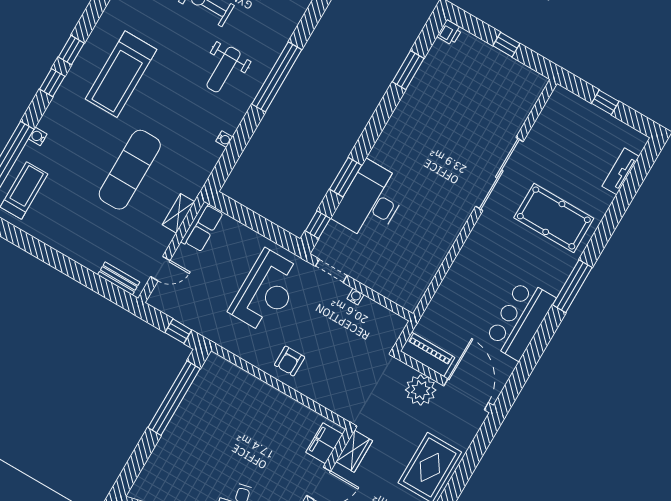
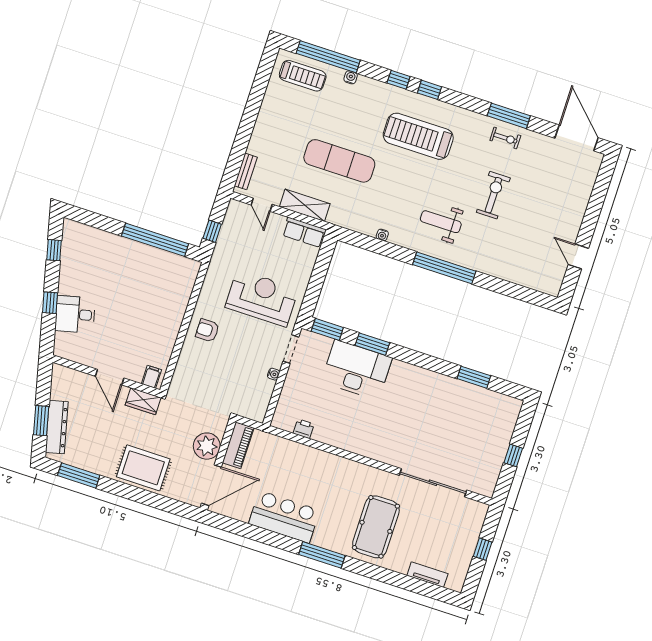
printer: (450, 33) -> (304, 429), moved, turned 180
sliding door: (499, 174) -> (433, 483), moved
shelving: (179, 213) -> (305, 205), width x1.50, depth x1.33
window: (318, 225) -> (327, 329), width x1.50
reception desk: (266, 291) -> (262, 298), turned 180
filing cabinet: (324, 443) -> (151, 377), width x0.50

